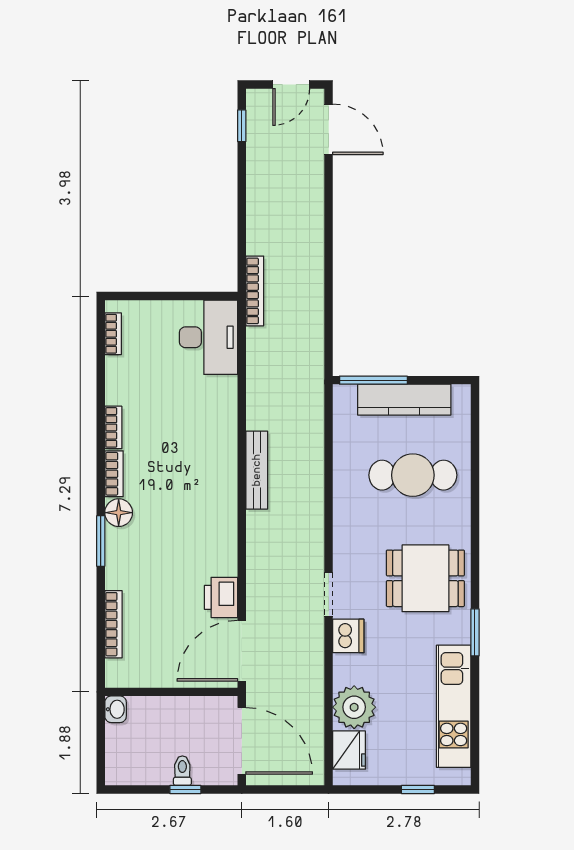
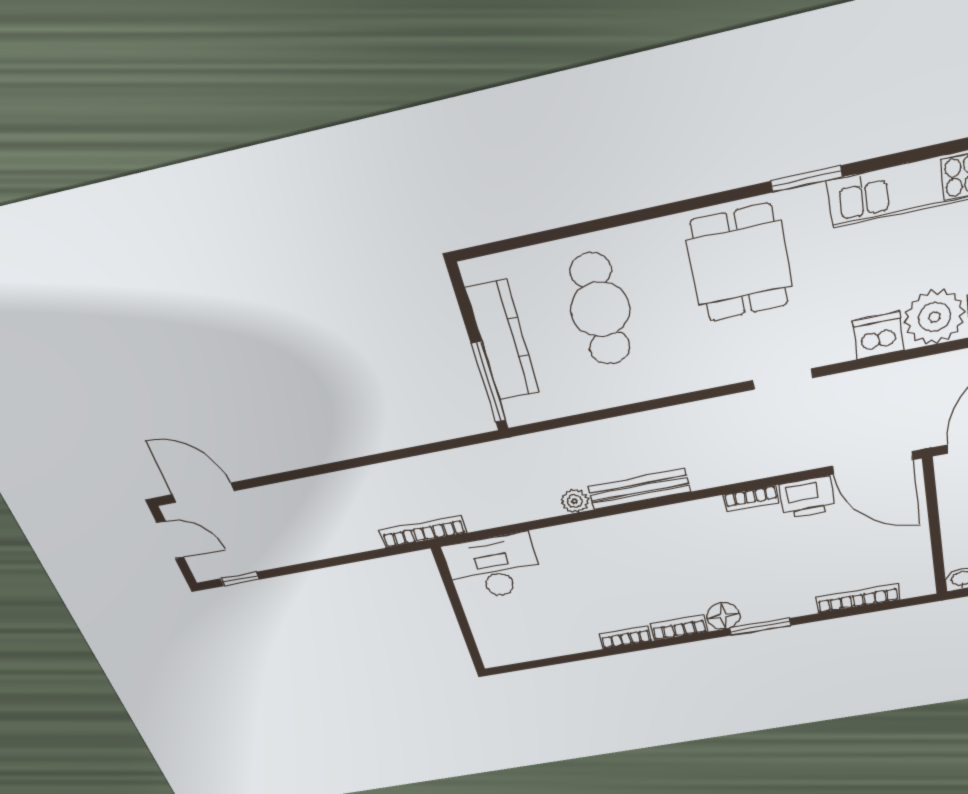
door: (329, 129) -> (203, 493), hinge flipped
bookcase: (113, 334) -> (751, 499), moved, turned 180
plant: (257, 418) -> (575, 501), added
dishwasher: (348, 636) -> (878, 336), moved

